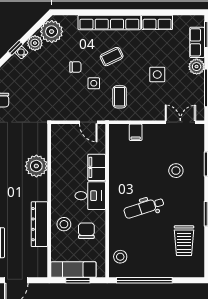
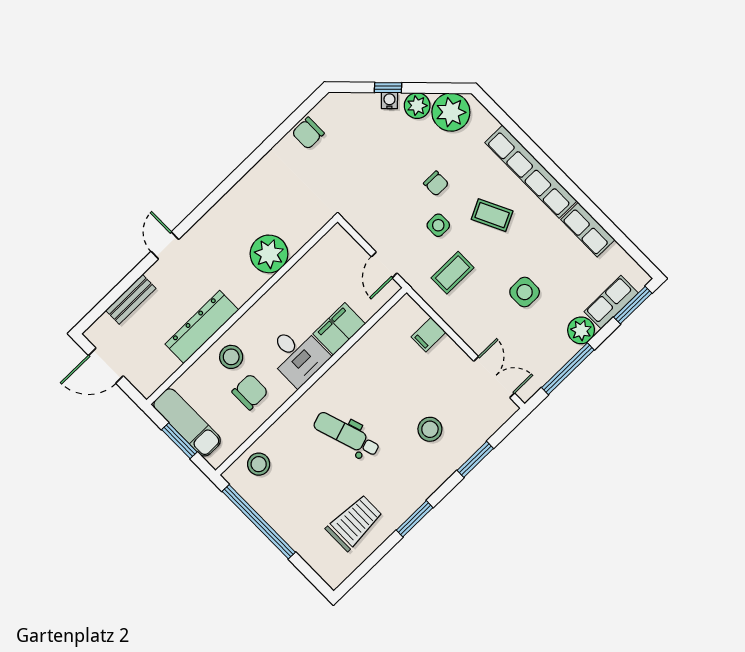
trolley: (184, 241) -> (354, 523), turned 180

